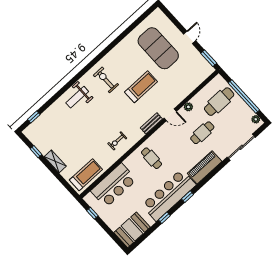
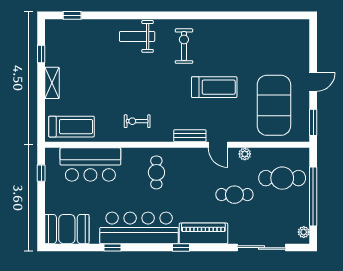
exercise mat: (158, 48) -> (274, 105), moved
window: (187, 197) -> (181, 248), moved

